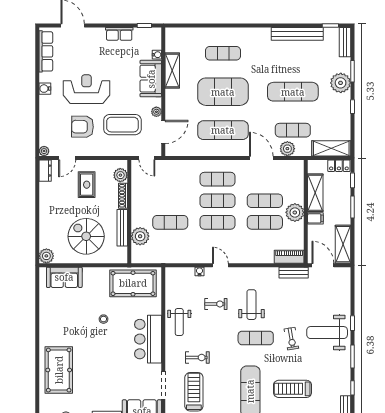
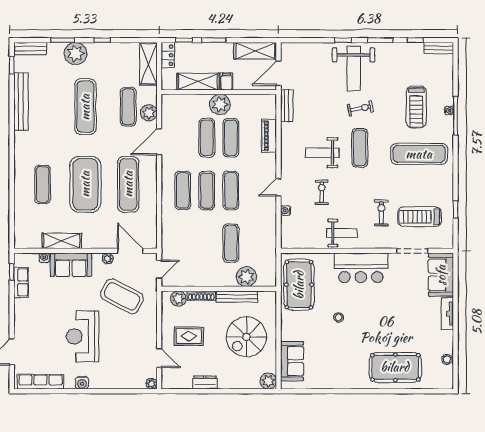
row of seats: (119, 34) -> (21, 282), moved
coffee table: (122, 125) -> (122, 296), turned -62
armchair: (82, 127) -> (124, 341), removed
dresser: (45, 171) -> (205, 382), moved
piano: (289, 257) -> (269, 136), moved

